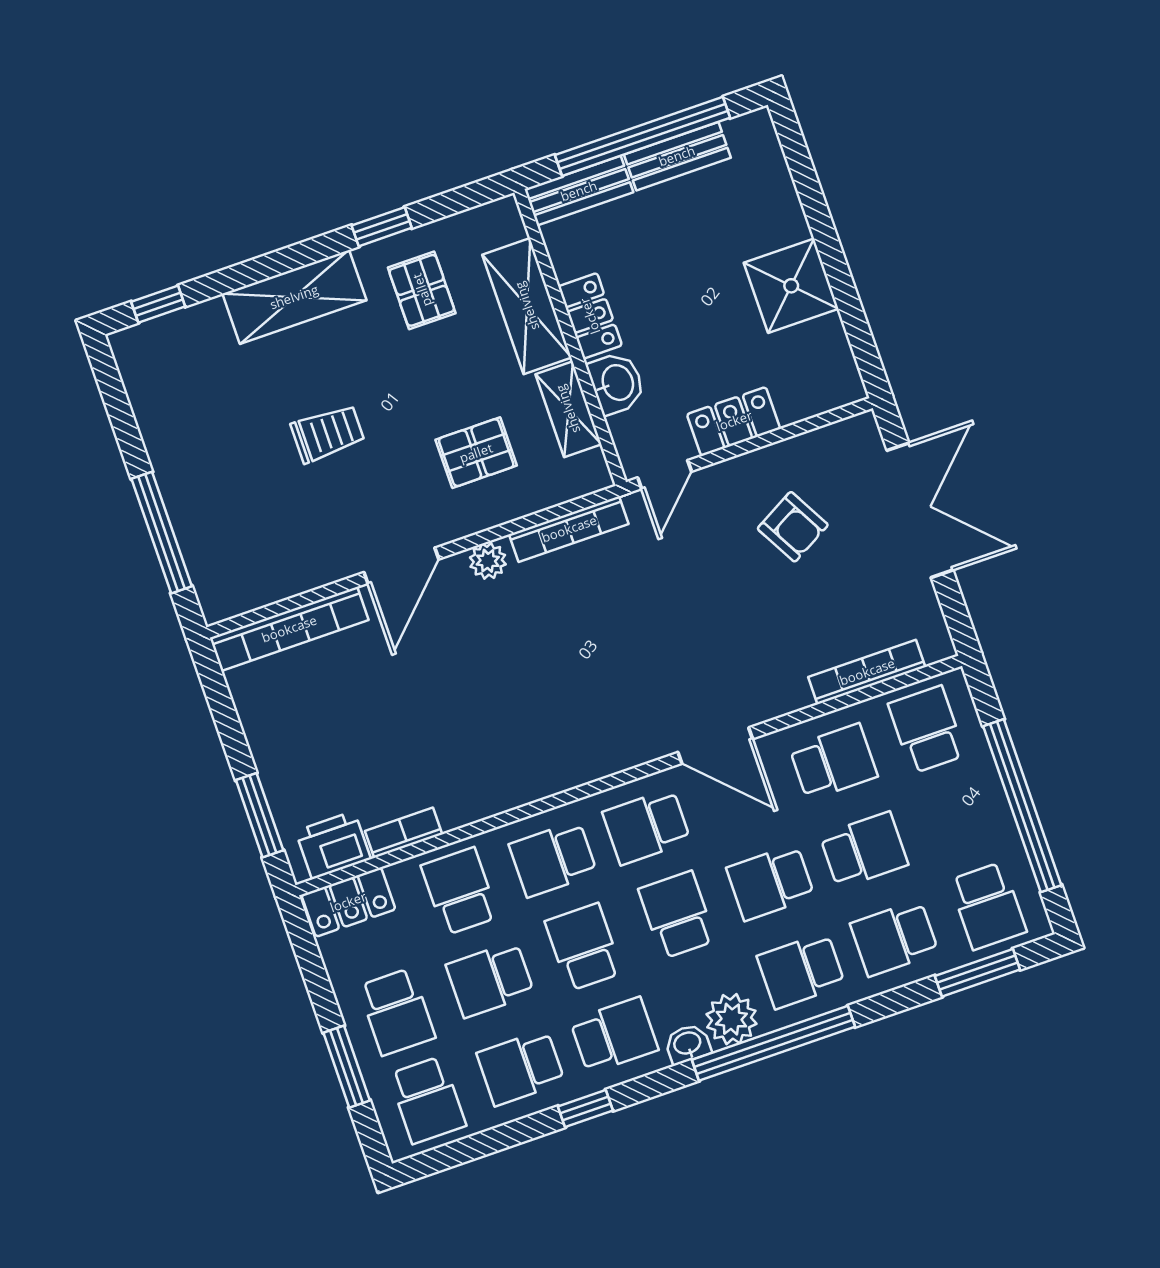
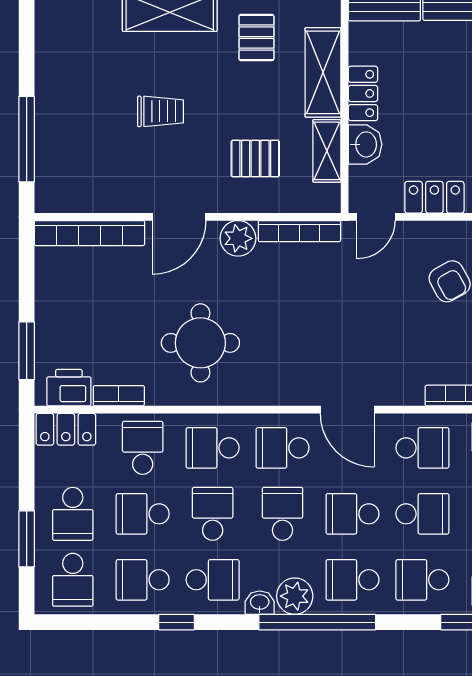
plant: (488, 561) -> (238, 238), width x1.38, depth x1.38
round table: (488, 724) -> (200, 343), added

